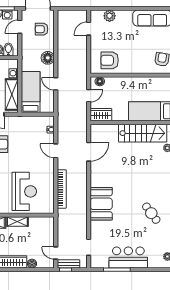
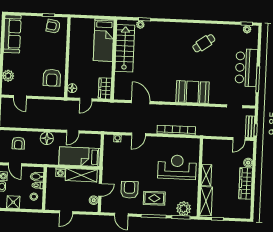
door: (89, 96) -> (86, 100), swing flipped

